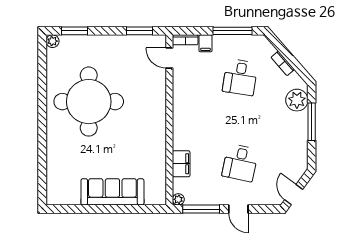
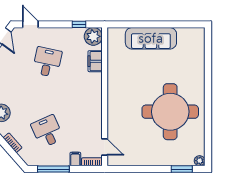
window: (140, 31) -> (129, 169), removed
desk: (240, 77) -> (47, 131), turned -33
plant: (178, 199) -> (93, 36), width x1.88, depth x1.88
window: (201, 209) -> (79, 24), width x0.46
door: (238, 209) -> (30, 24), moved

